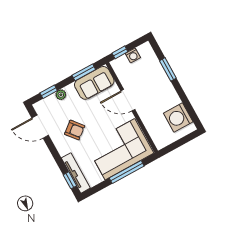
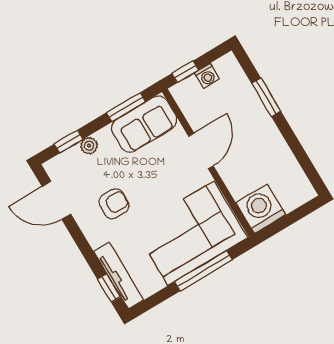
door: (128, 100) -> (201, 151), swing flipped
washing machine: (178, 117) -> (261, 209), moved, turned 90
armchair: (75, 130) -> (114, 204), turned -51

